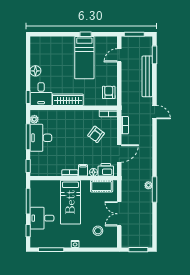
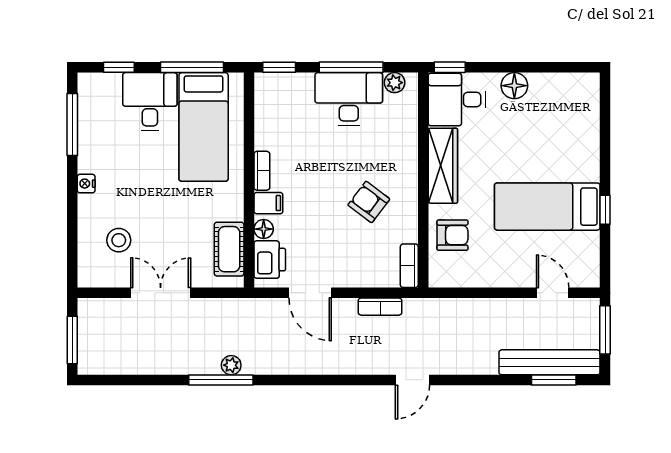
bench: (147, 76) -> (550, 362), moved
armchair: (109, 92) -> (452, 235), moved
armchair: (96, 134) -> (369, 202), moved
bed: (70, 202) -> (204, 127), moved, turned -90

